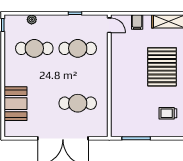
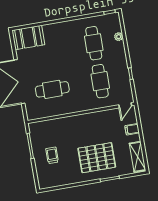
cafe table: (78, 103) -> (52, 89), turned 90
booth: (16, 104) -> (28, 37), moved
trolley: (168, 113) -> (52, 155), moved

